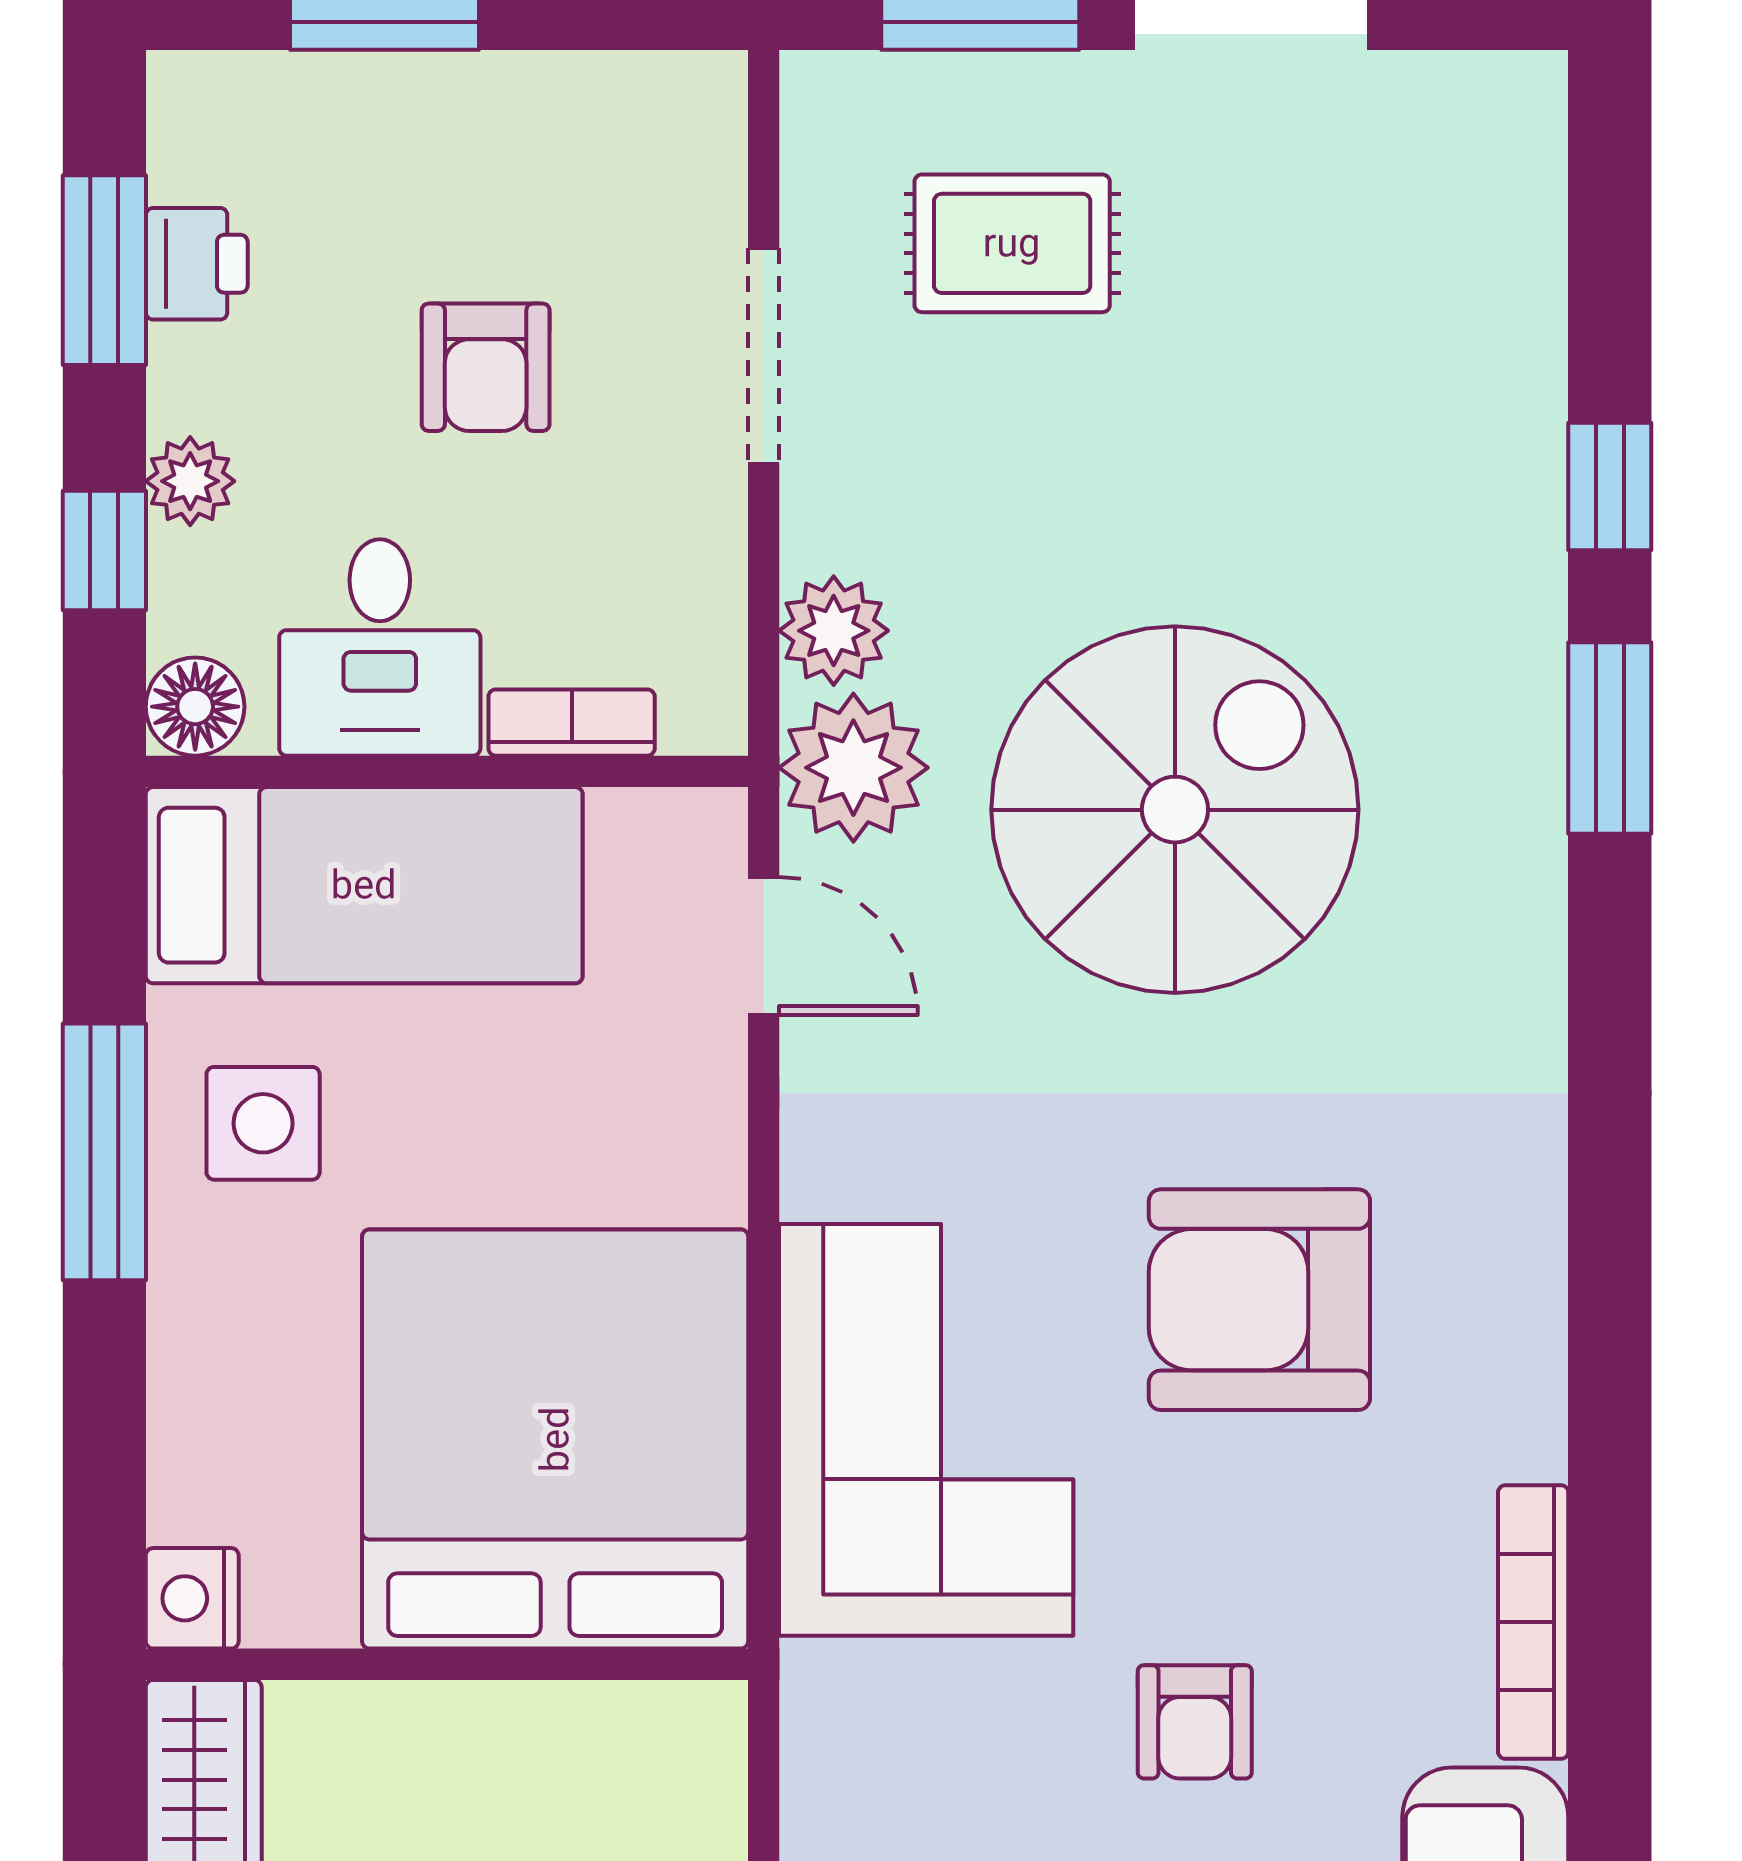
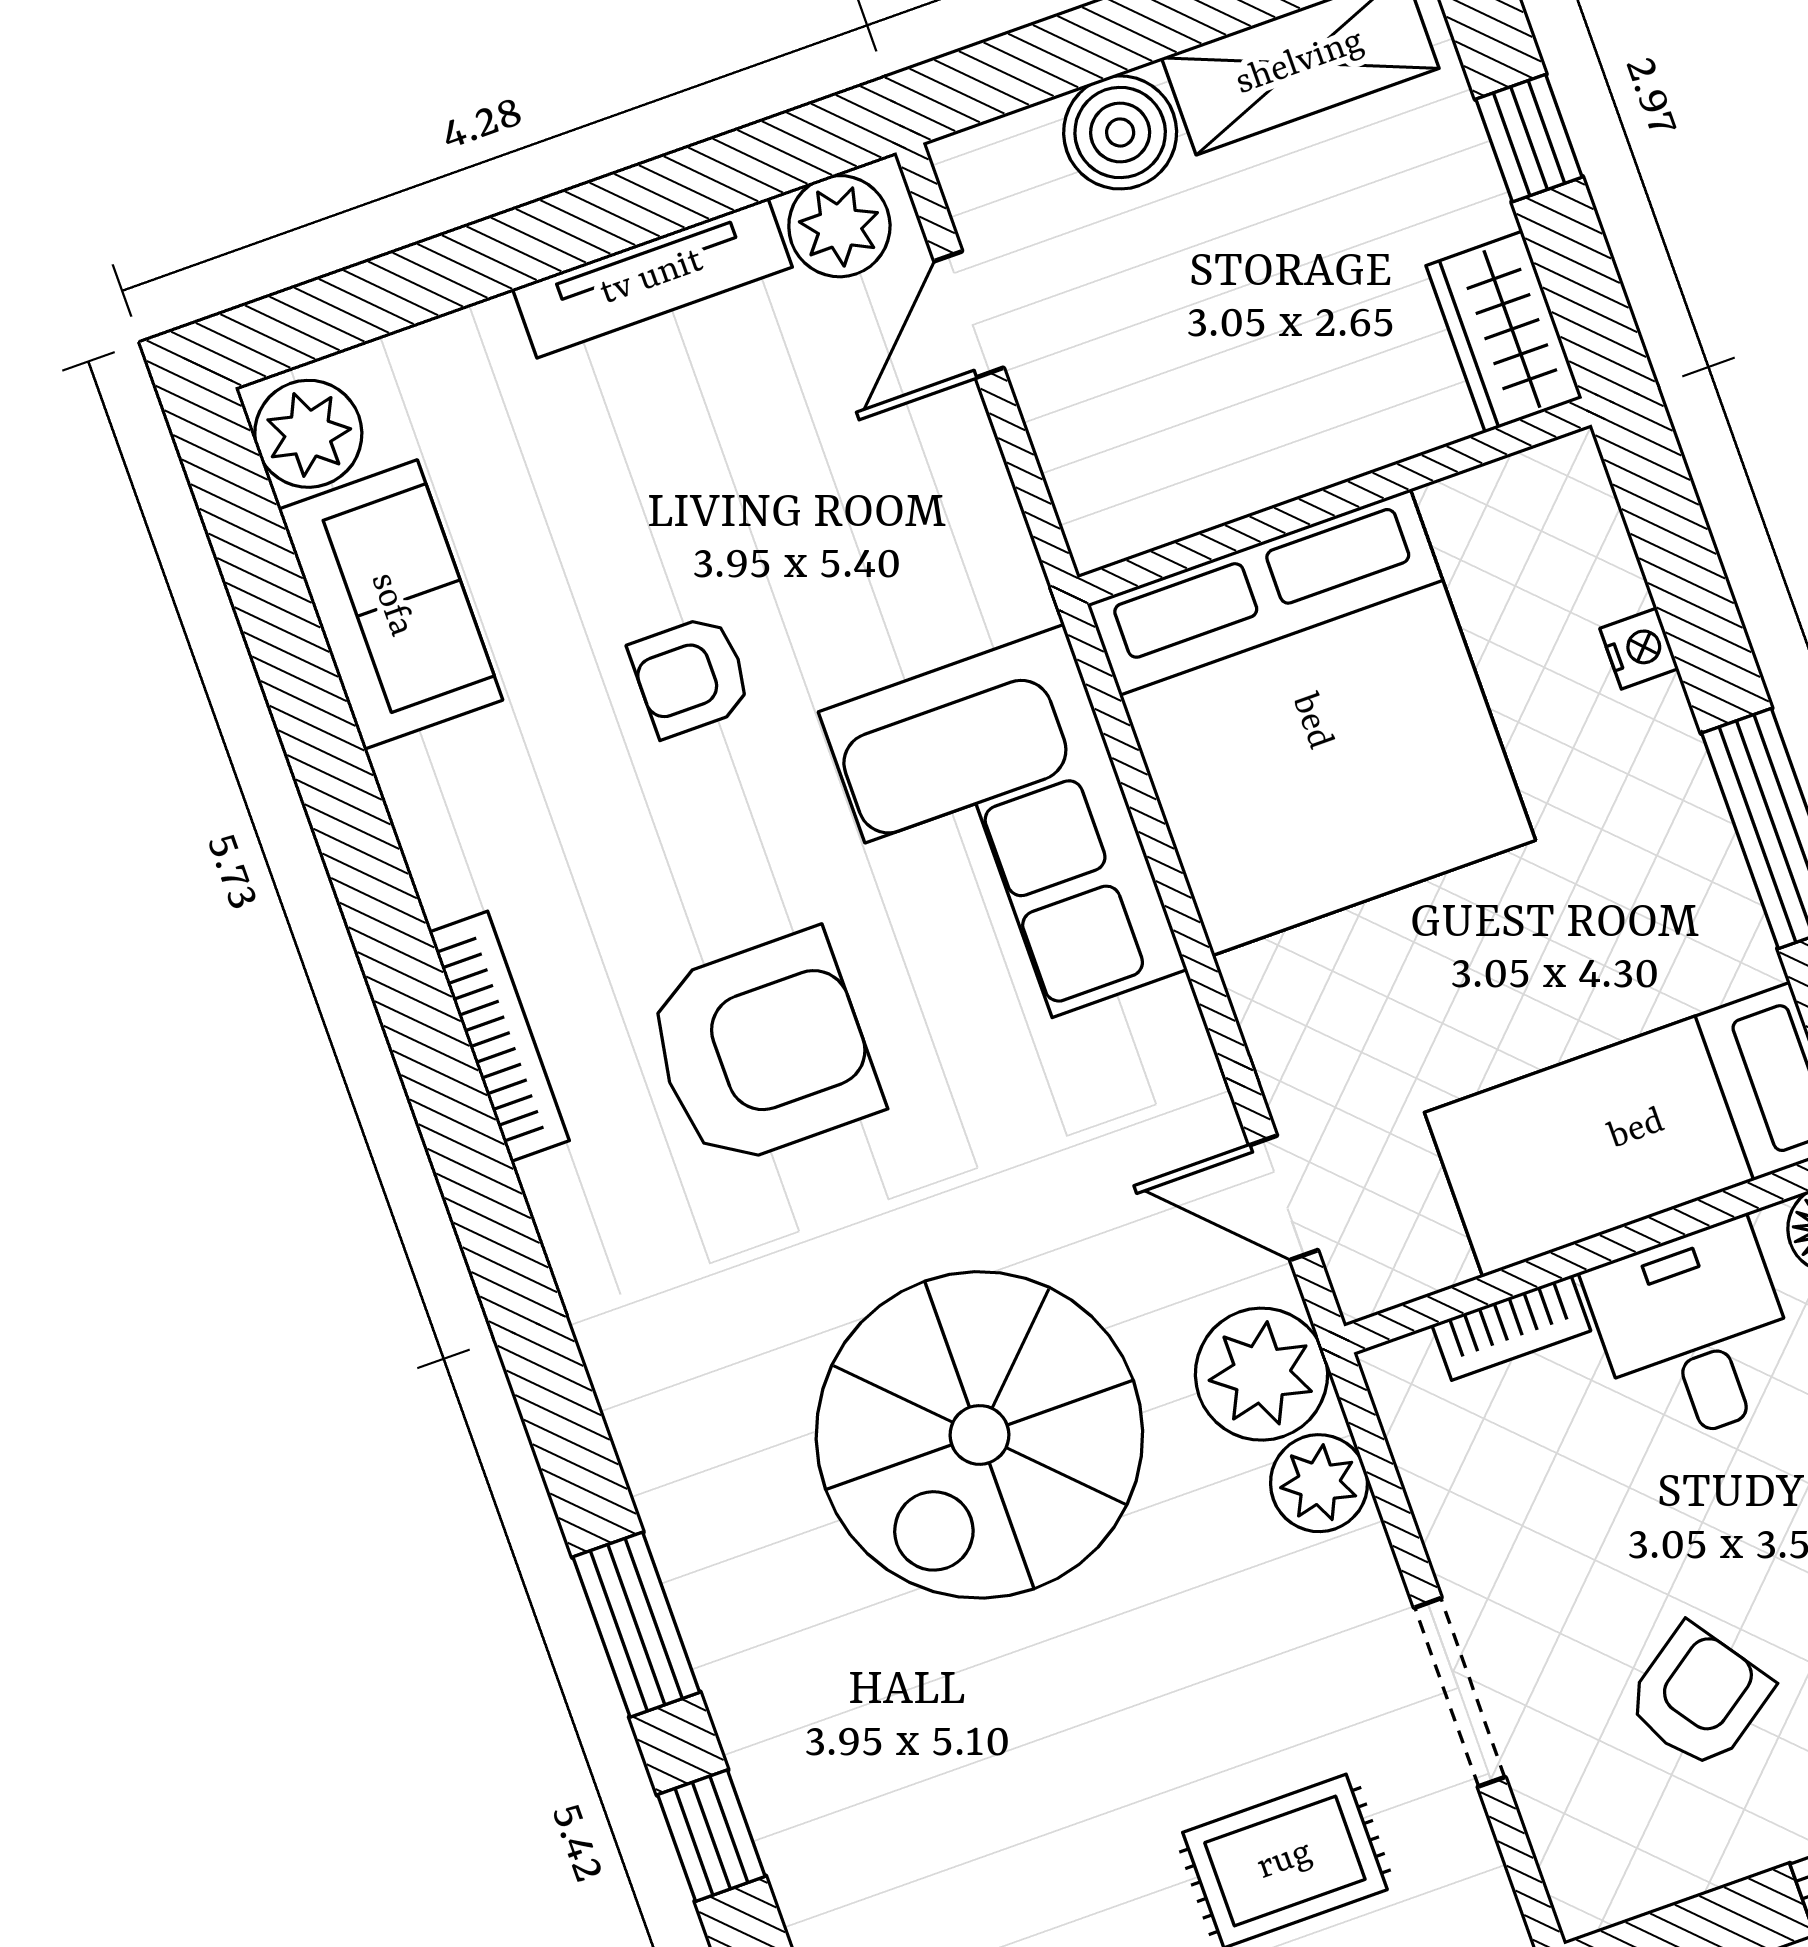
armchair: (486, 367) -> (1699, 1697), moved, turned 55
side table: (263, 1123) -> (1650, 900), removed
nightstand: (192, 1598) -> (1639, 649), moved, width x0.72, depth x0.74
bookcase: (1533, 1622) -> (499, 1036), moved
armchair: (1195, 1722) -> (691, 676), turned -90

